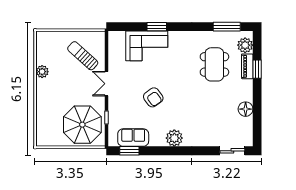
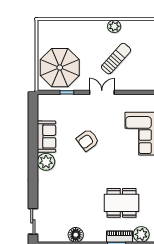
sun lounger: (83, 56) -> (116, 59), moved
sofa: (133, 138) -> (46, 137), moved
window: (129, 151) -> (33, 116), removed

